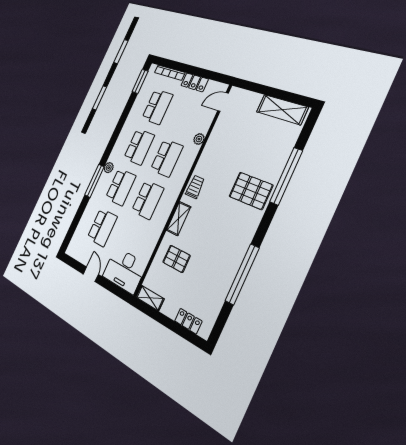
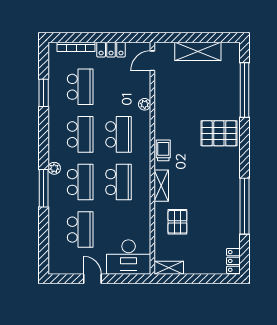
window: (140, 81) -> (44, 93), moved
shelving: (282, 110) -> (198, 51), moved
window: (286, 176) -> (245, 90), moved
pallet: (176, 259) -> (177, 222), turned 90
locker: (188, 321) -> (233, 261), moved, turned -90

